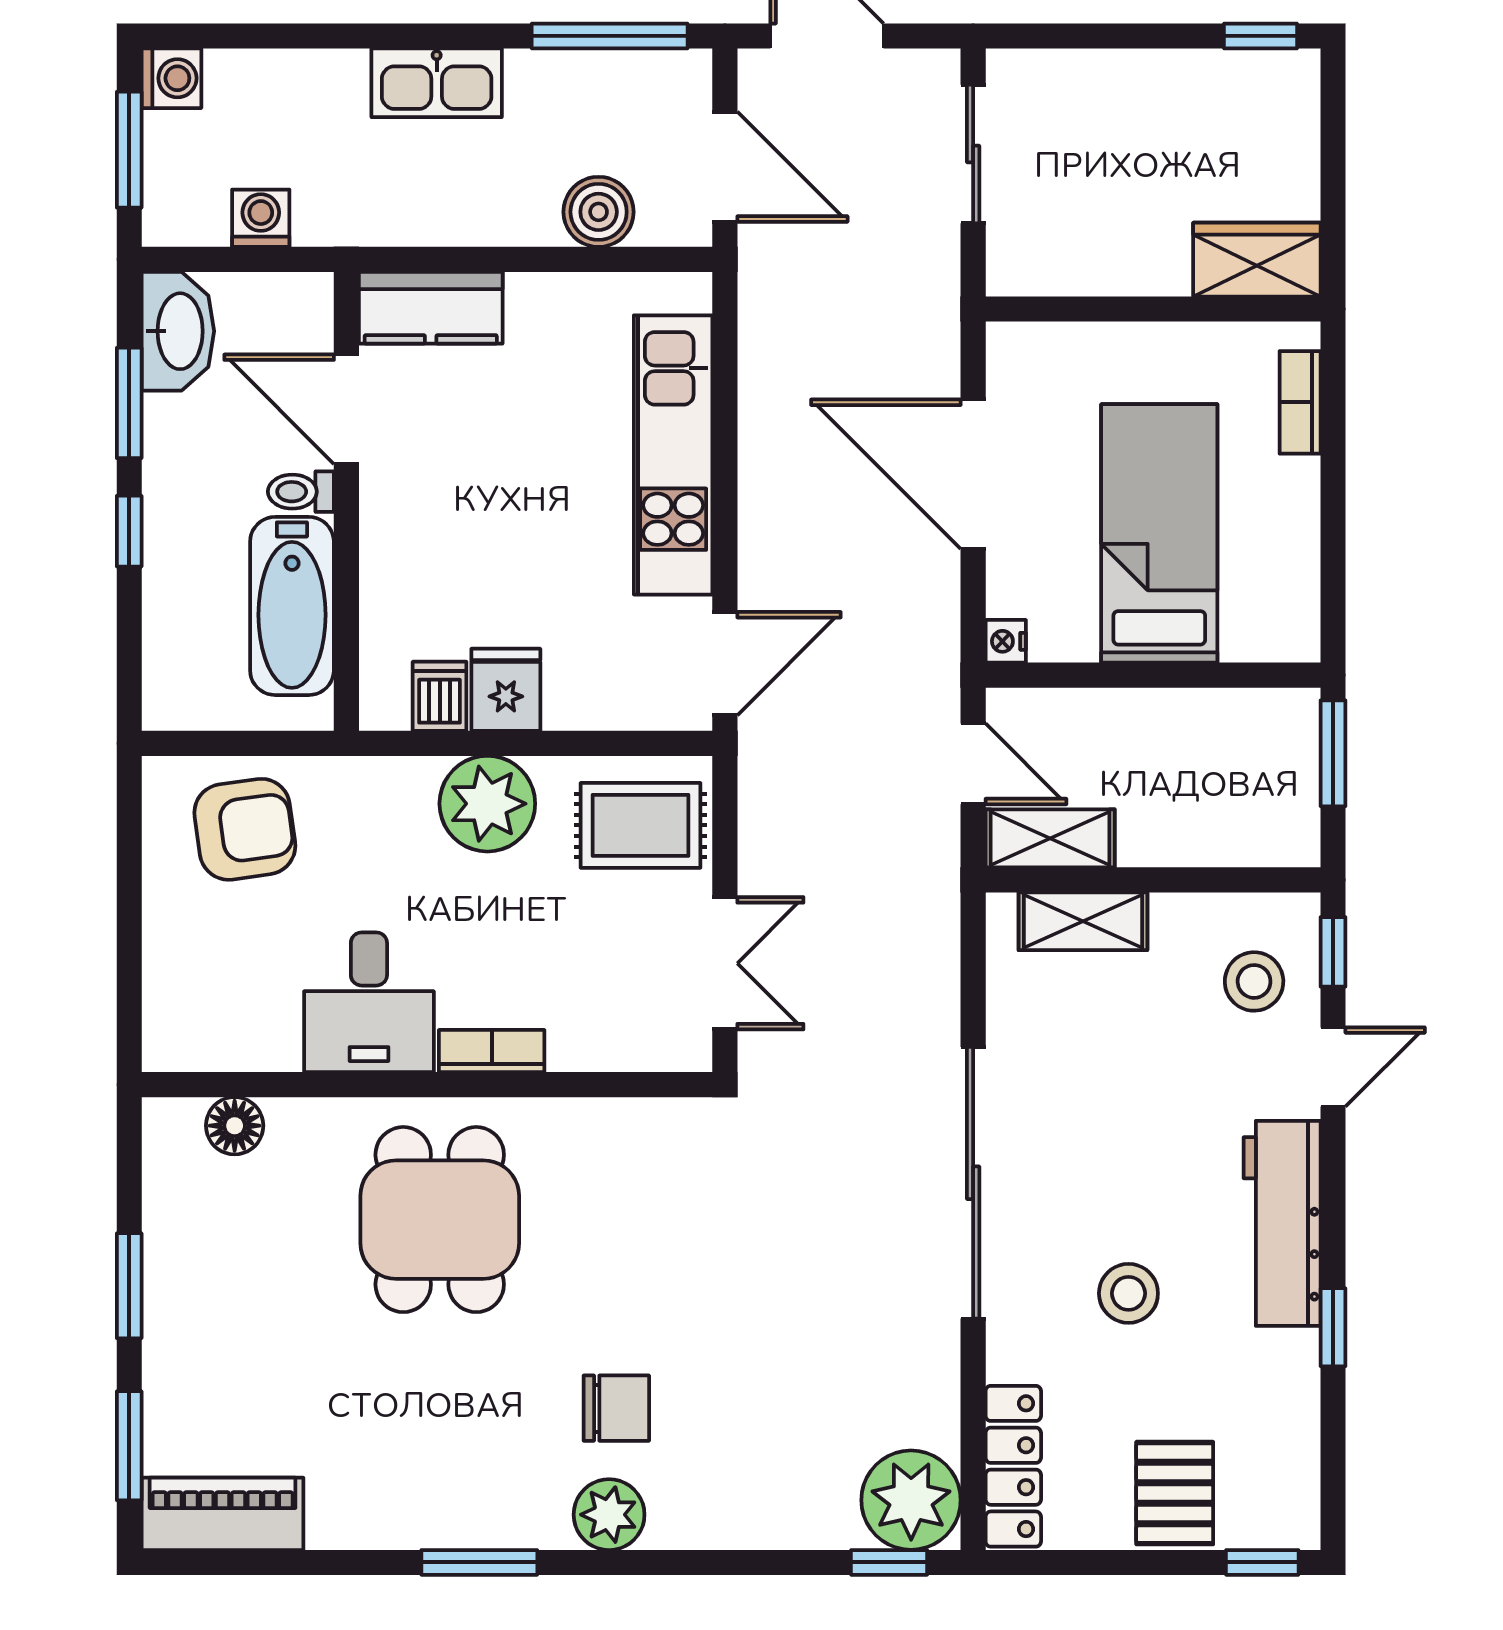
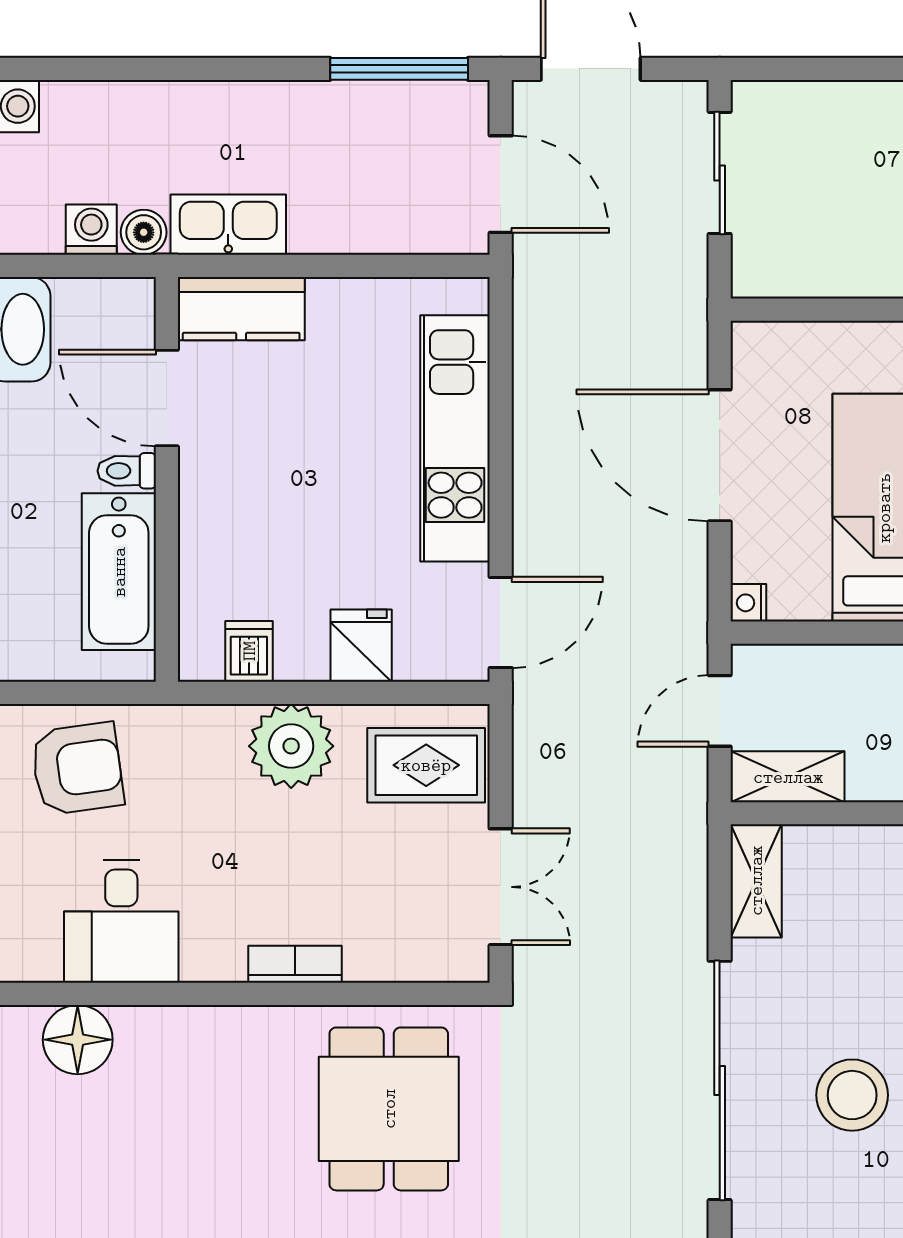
kitchen sink: (437, 83) -> (228, 225), moved, turned 180
boiler: (599, 212) -> (144, 232), moved, width x0.73, depth x0.73
fridge: (506, 690) -> (361, 646), moved
door: (973, 764) -> (720, 711), swing flipped
shelving: (1083, 921) -> (756, 881), moved, turned 90
desk: (369, 1002) -> (121, 921), moved
floor lamp: (235, 1126) -> (78, 1040), width x1.38, depth x1.38
dining table: (440, 1220) -> (389, 1109), moved
stool: (1128, 1293) -> (852, 1095), moved, width x1.38, depth x1.38

